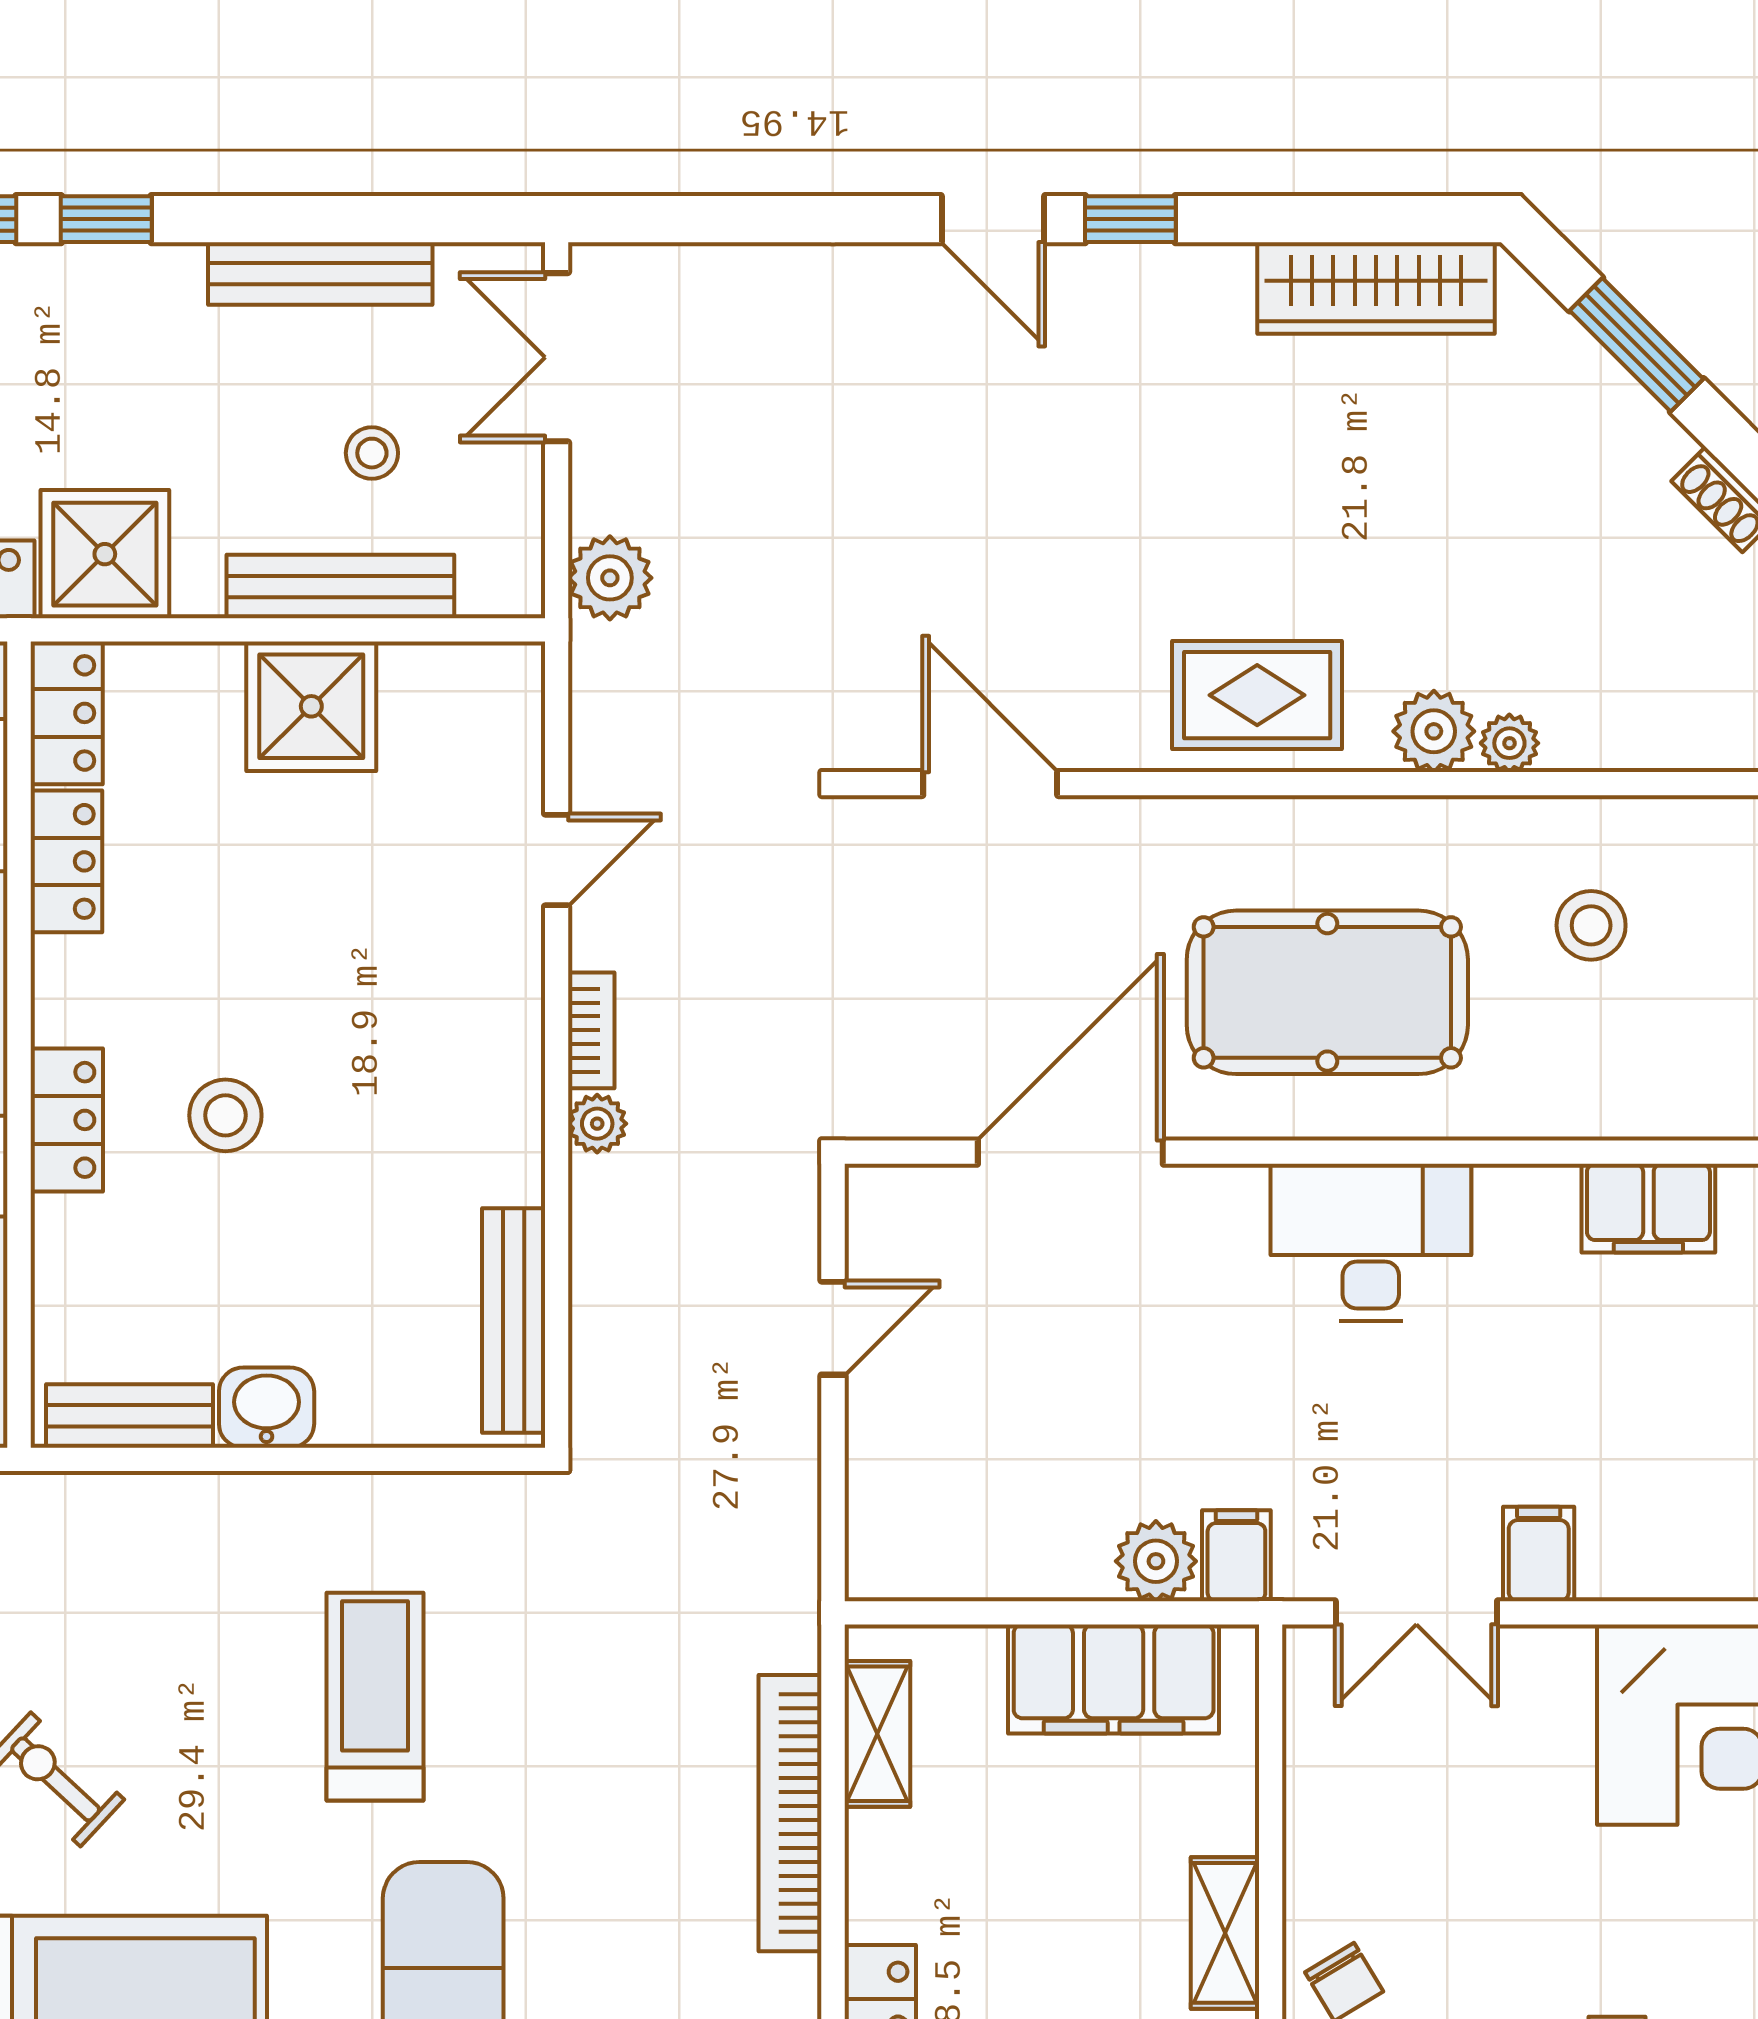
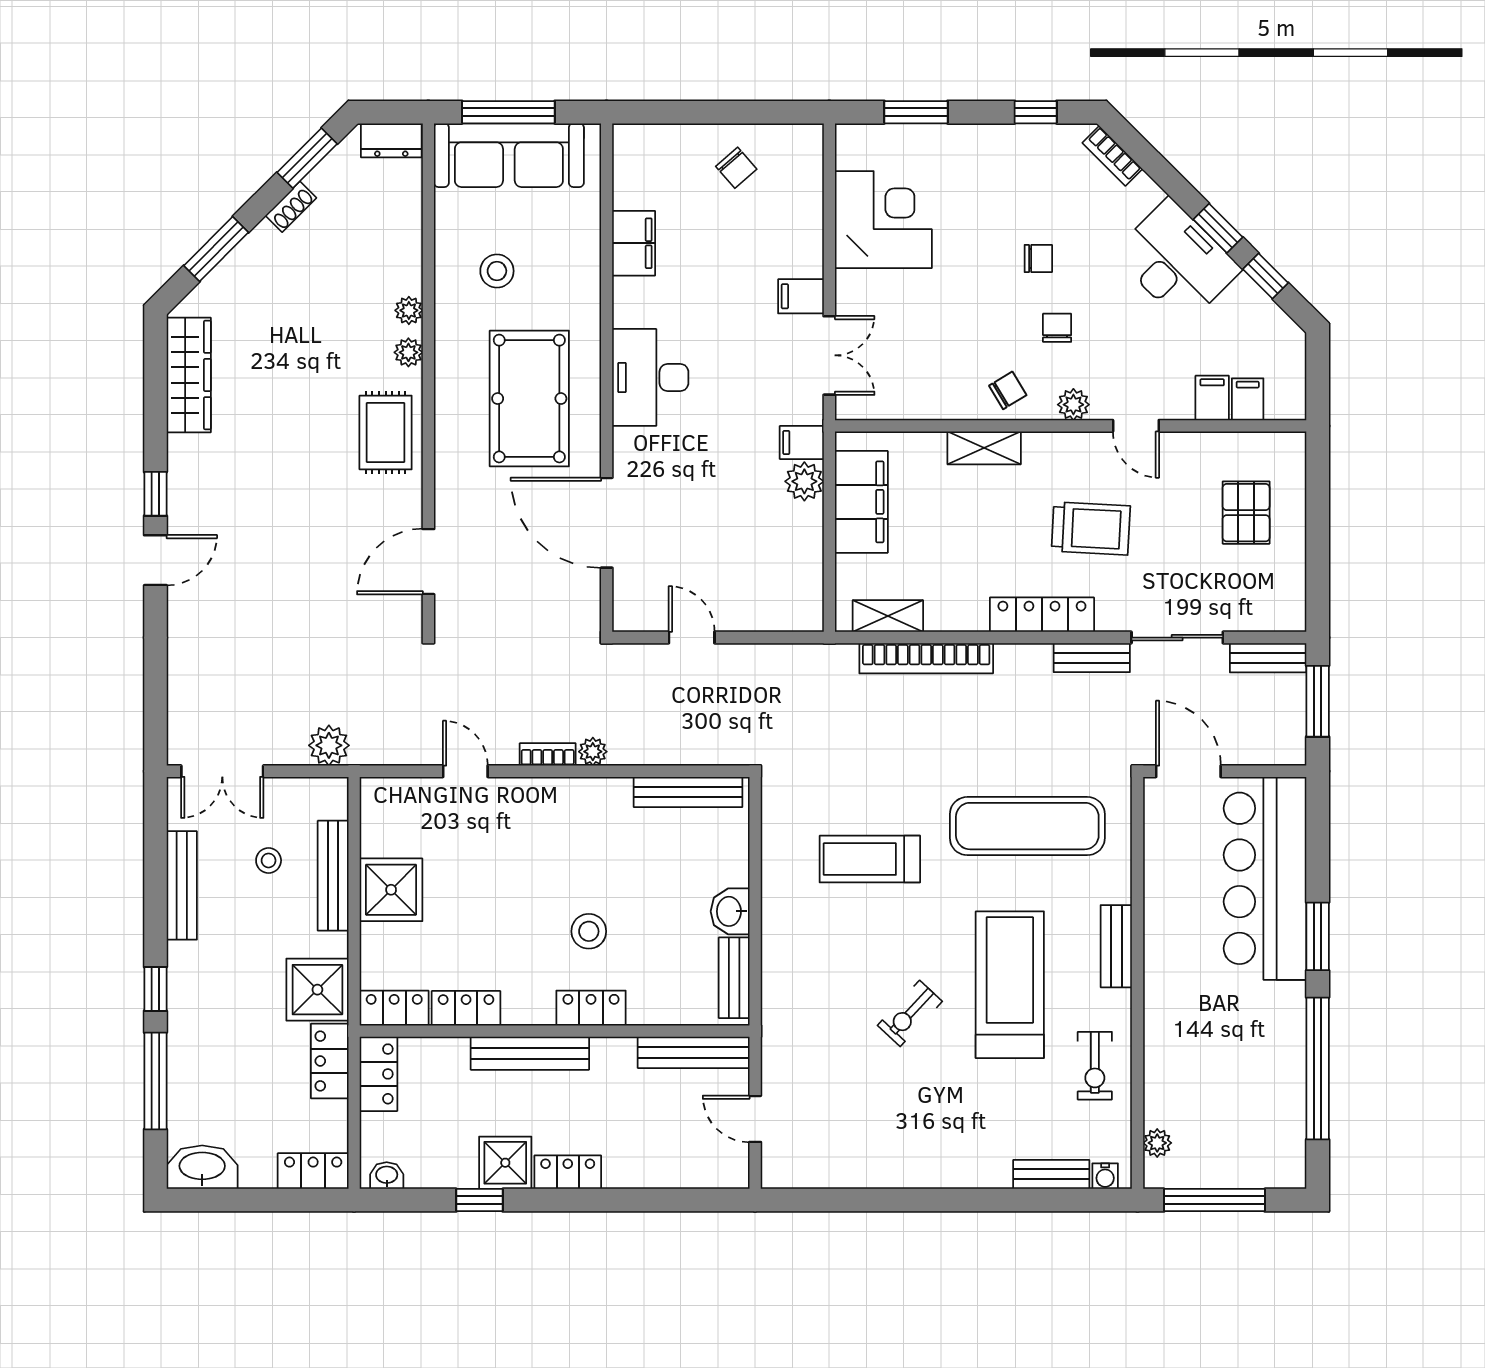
plant: (1434, 731) -> (408, 352), width x0.73, depth x0.73

